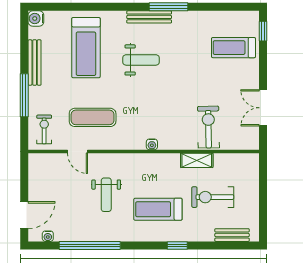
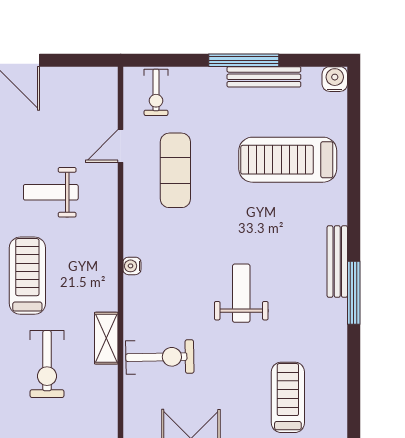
weight bench: (141, 60) -> (241, 293), moved, turned 180
window: (24, 95) -> (244, 60), moved
exercise bike: (44, 129) -> (156, 92), turned 90
exercise bike: (213, 197) -> (47, 364), turned 180

